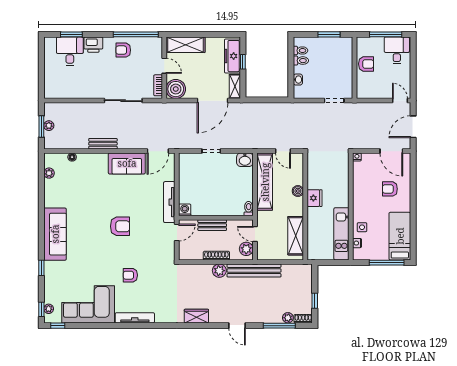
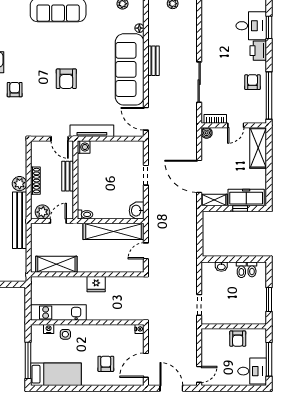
boiler: (176, 89) -> (207, 133), width x0.54, depth x0.54
sofa: (127, 163) -> (130, 69), width x1.85, depth x1.27
boiler: (298, 191) -> (104, 267), removed

